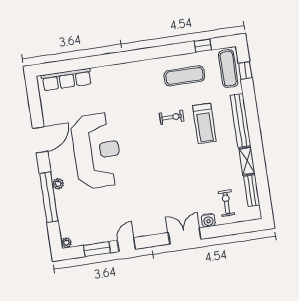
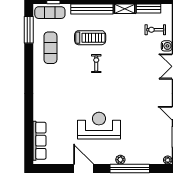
window: (203, 46) -> (29, 30), width x2.17
exercise bike: (172, 117) -> (96, 64), moved
reception desk: (97, 151) -> (99, 126), width x0.74, depth x0.77

